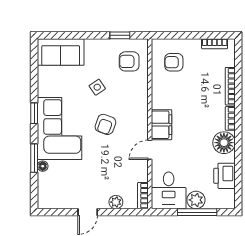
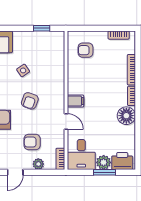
armchair: (129, 61) -> (32, 142), moved
filing cabinet: (162, 125) -> (75, 101), width x0.50
door: (150, 150) -> (66, 121), swing flipped
printer: (224, 176) -> (122, 161), moved, turned 90
window: (197, 212) -> (104, 172), width x0.69

